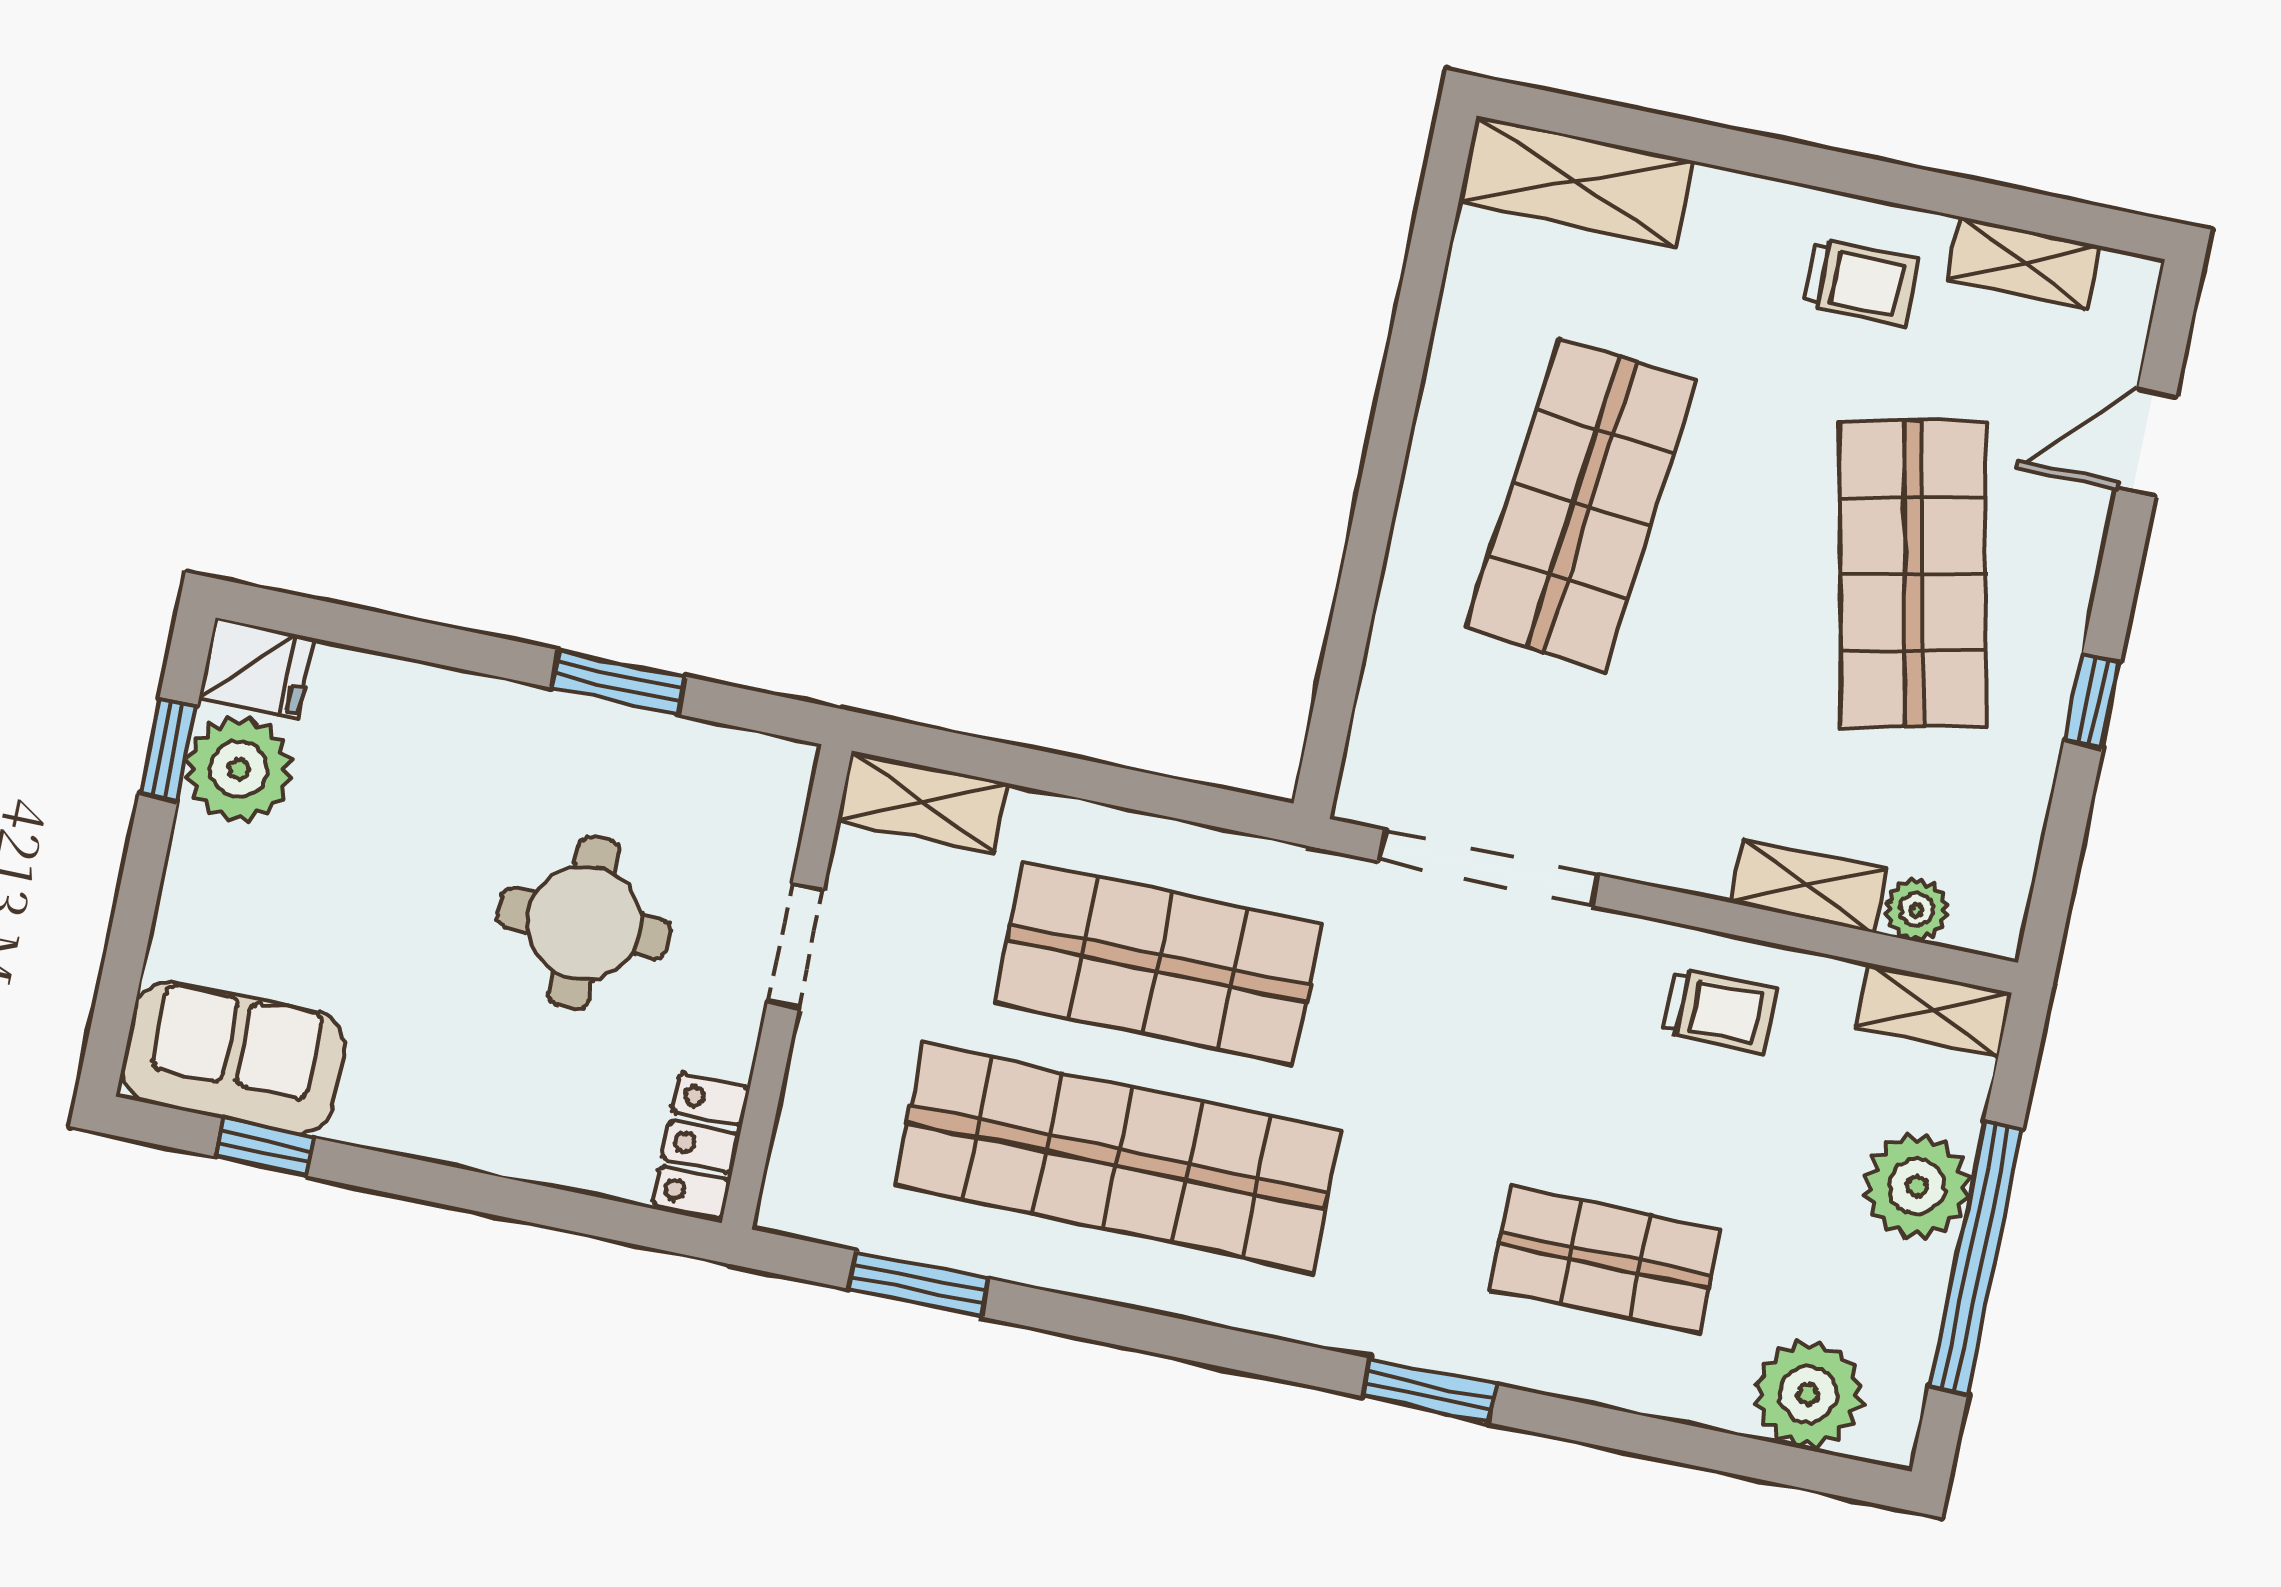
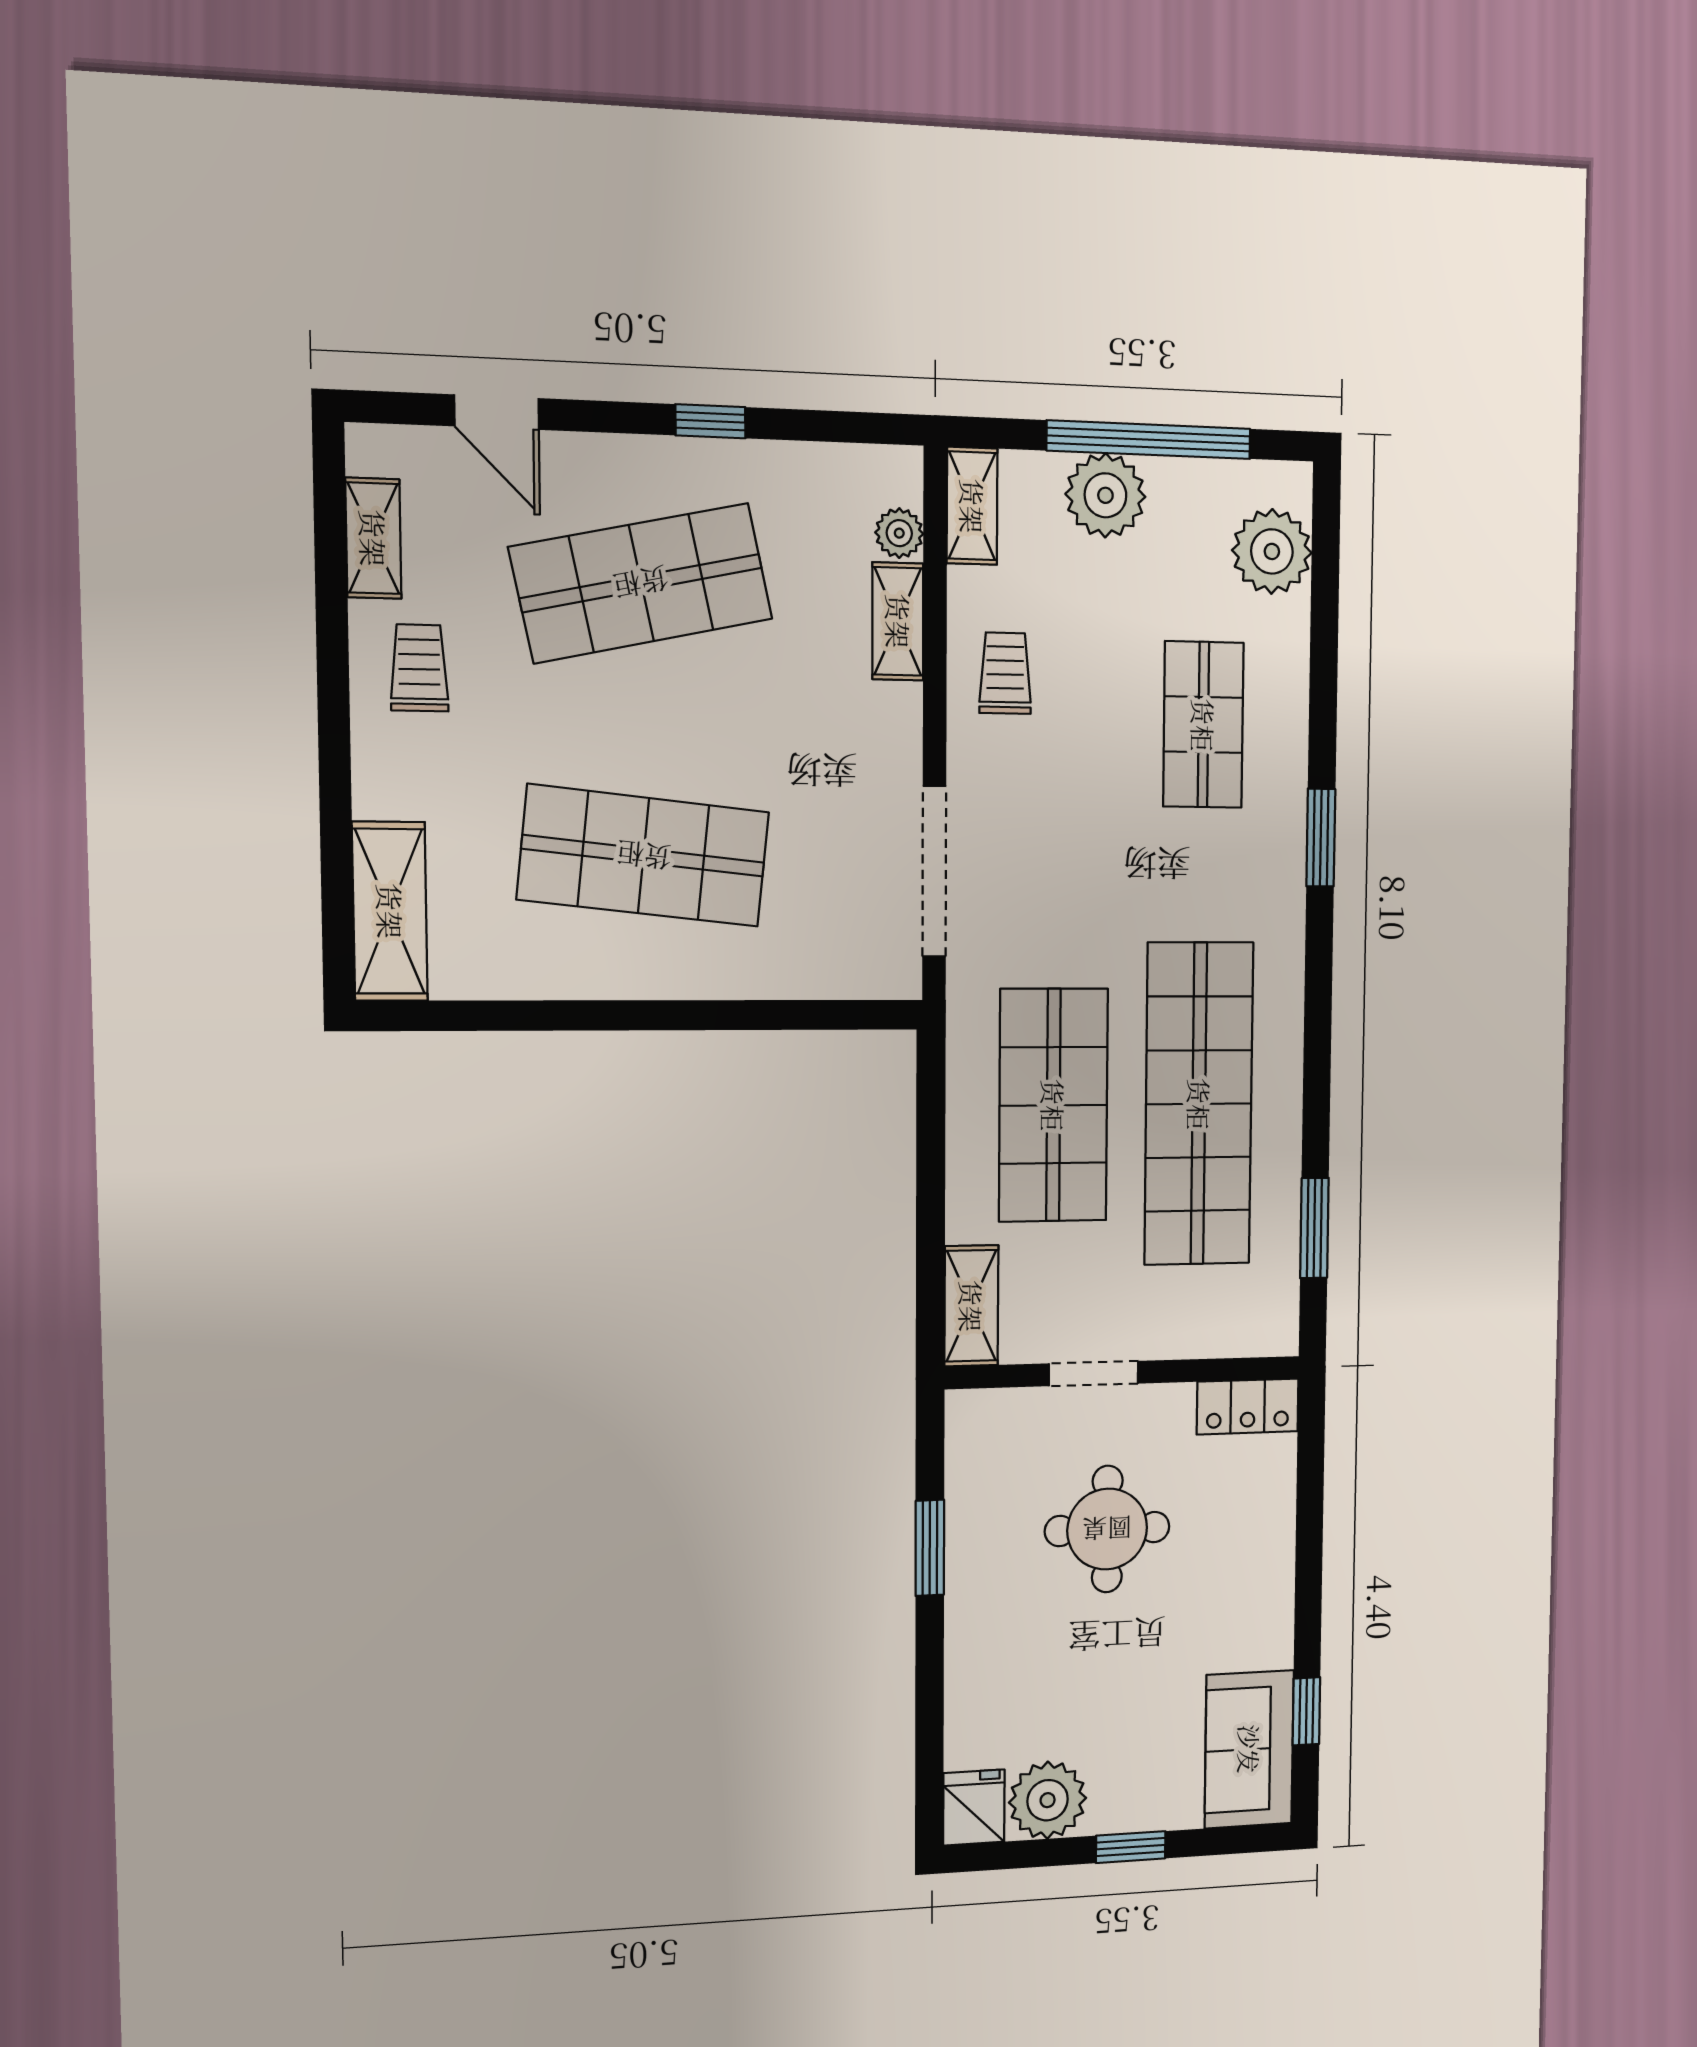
window: (168, 750) -> (1131, 1847), moved

